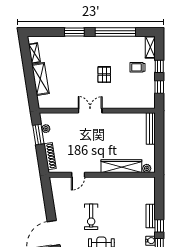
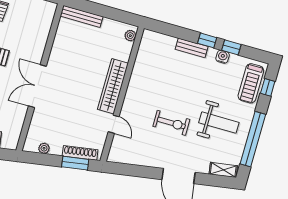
double door: (90, 111) -> (37, 86), width x1.37
window: (38, 135) -> (75, 163), moved
wardrobe: (121, 166) -> (113, 86), moved

